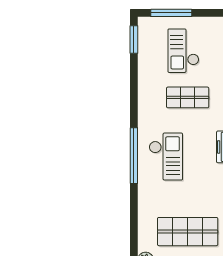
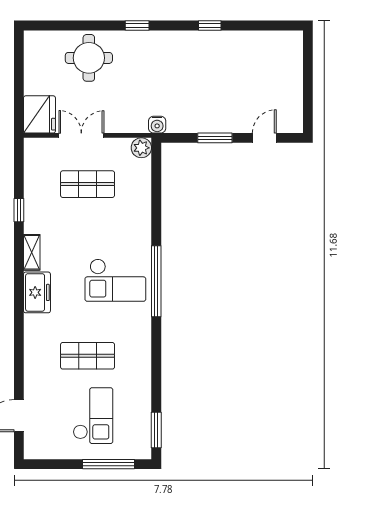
checkout: (166, 157) -> (115, 280), turned -90
shop shelf: (188, 232) -> (88, 184), width x0.70, depth x0.74

